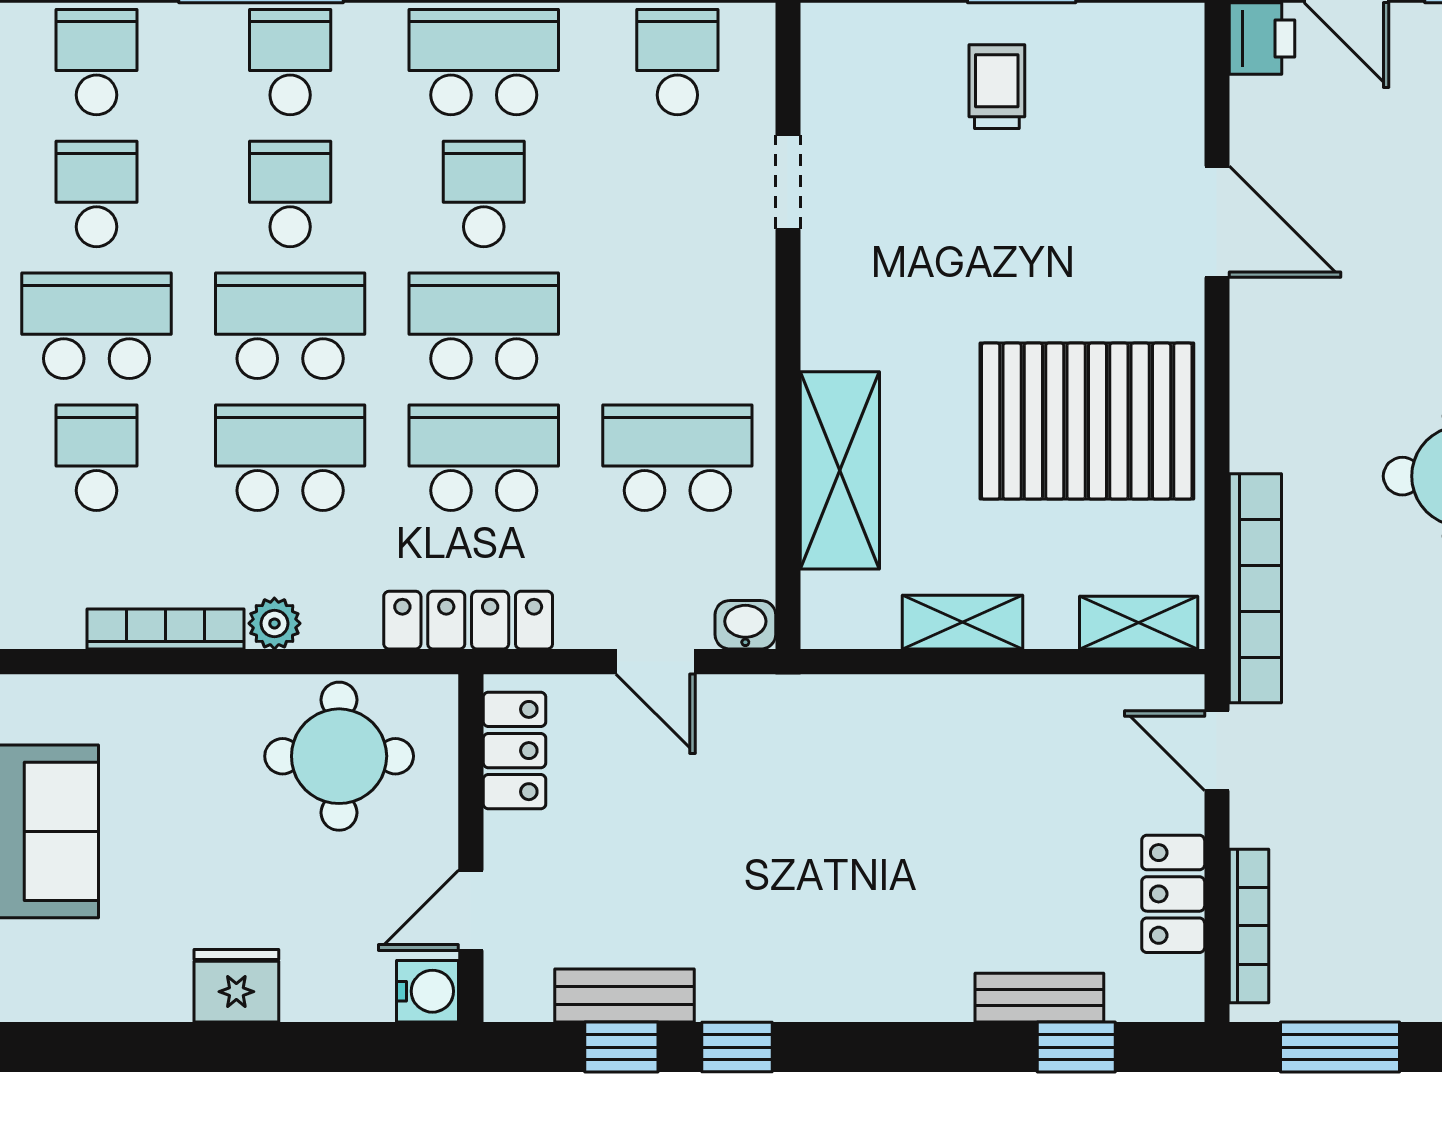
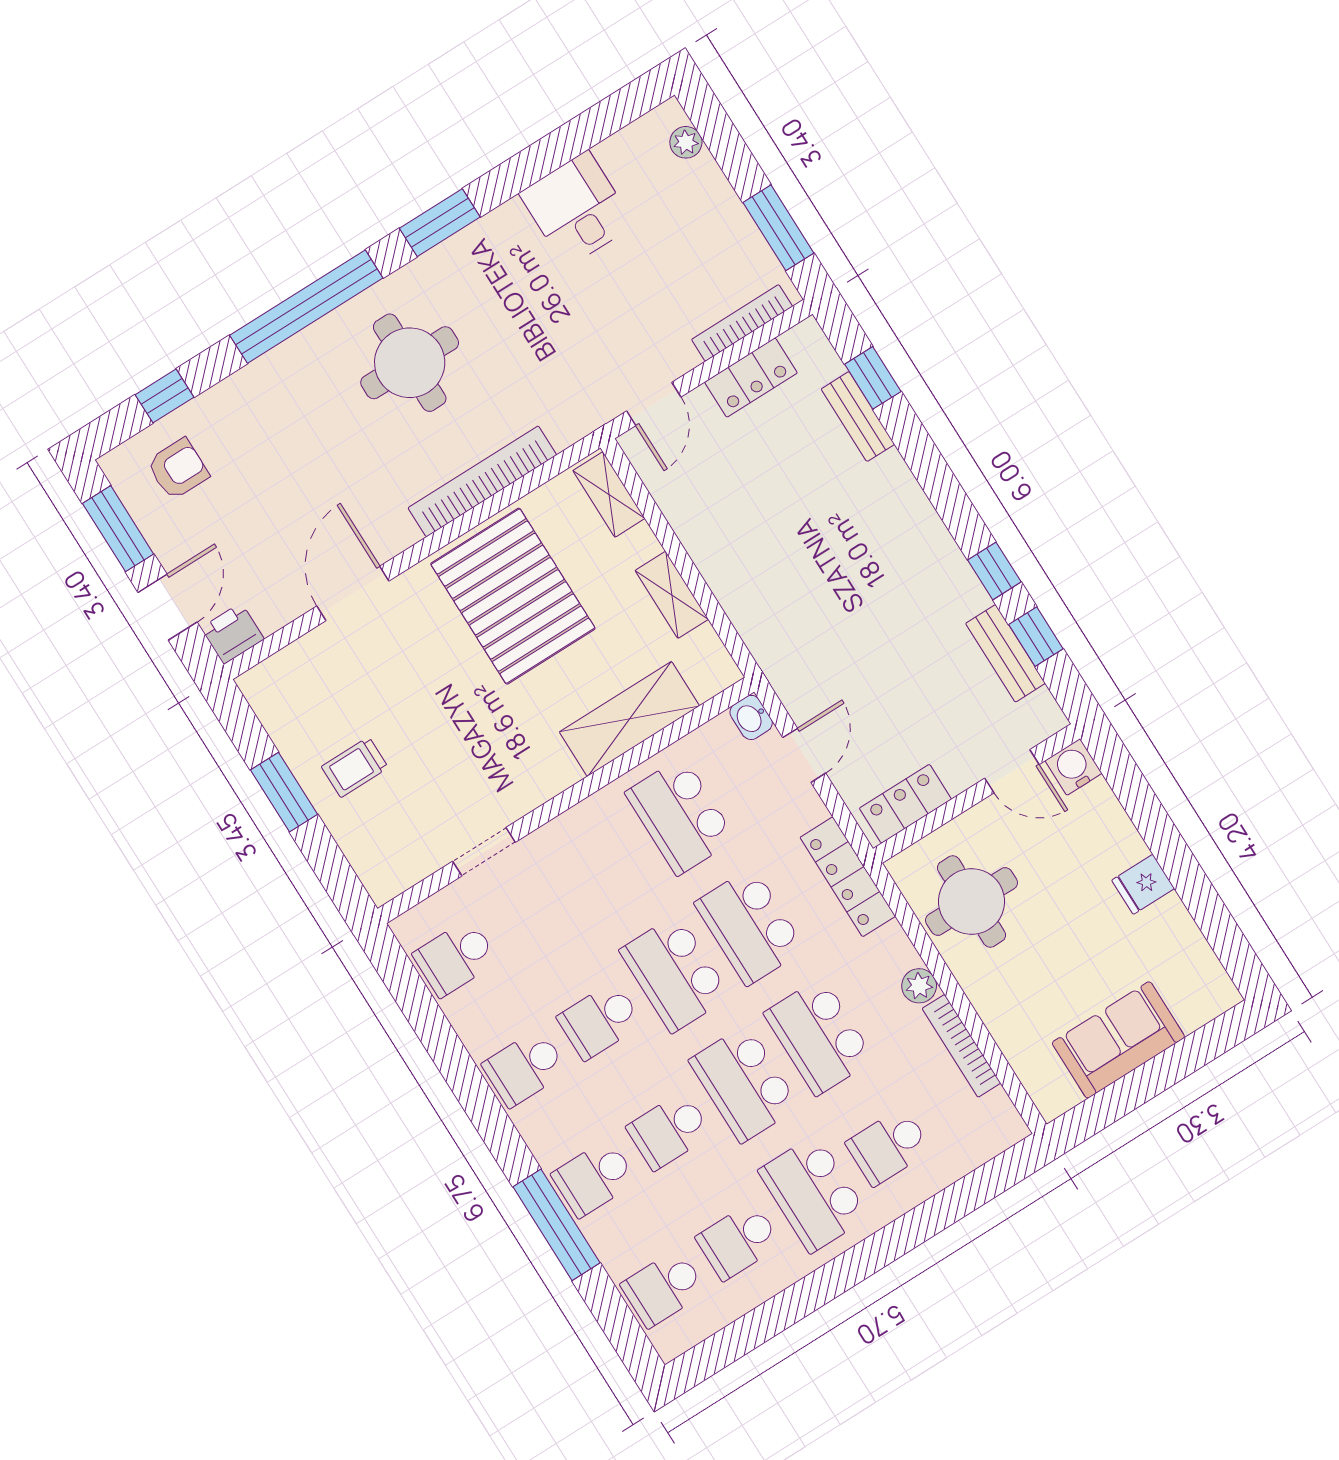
school desk: (484, 62) -> (525, 1068), width x0.54
bookcase: (1255, 588) -> (482, 481), moved
fridge: (236, 986) -> (1143, 884), width x0.72

